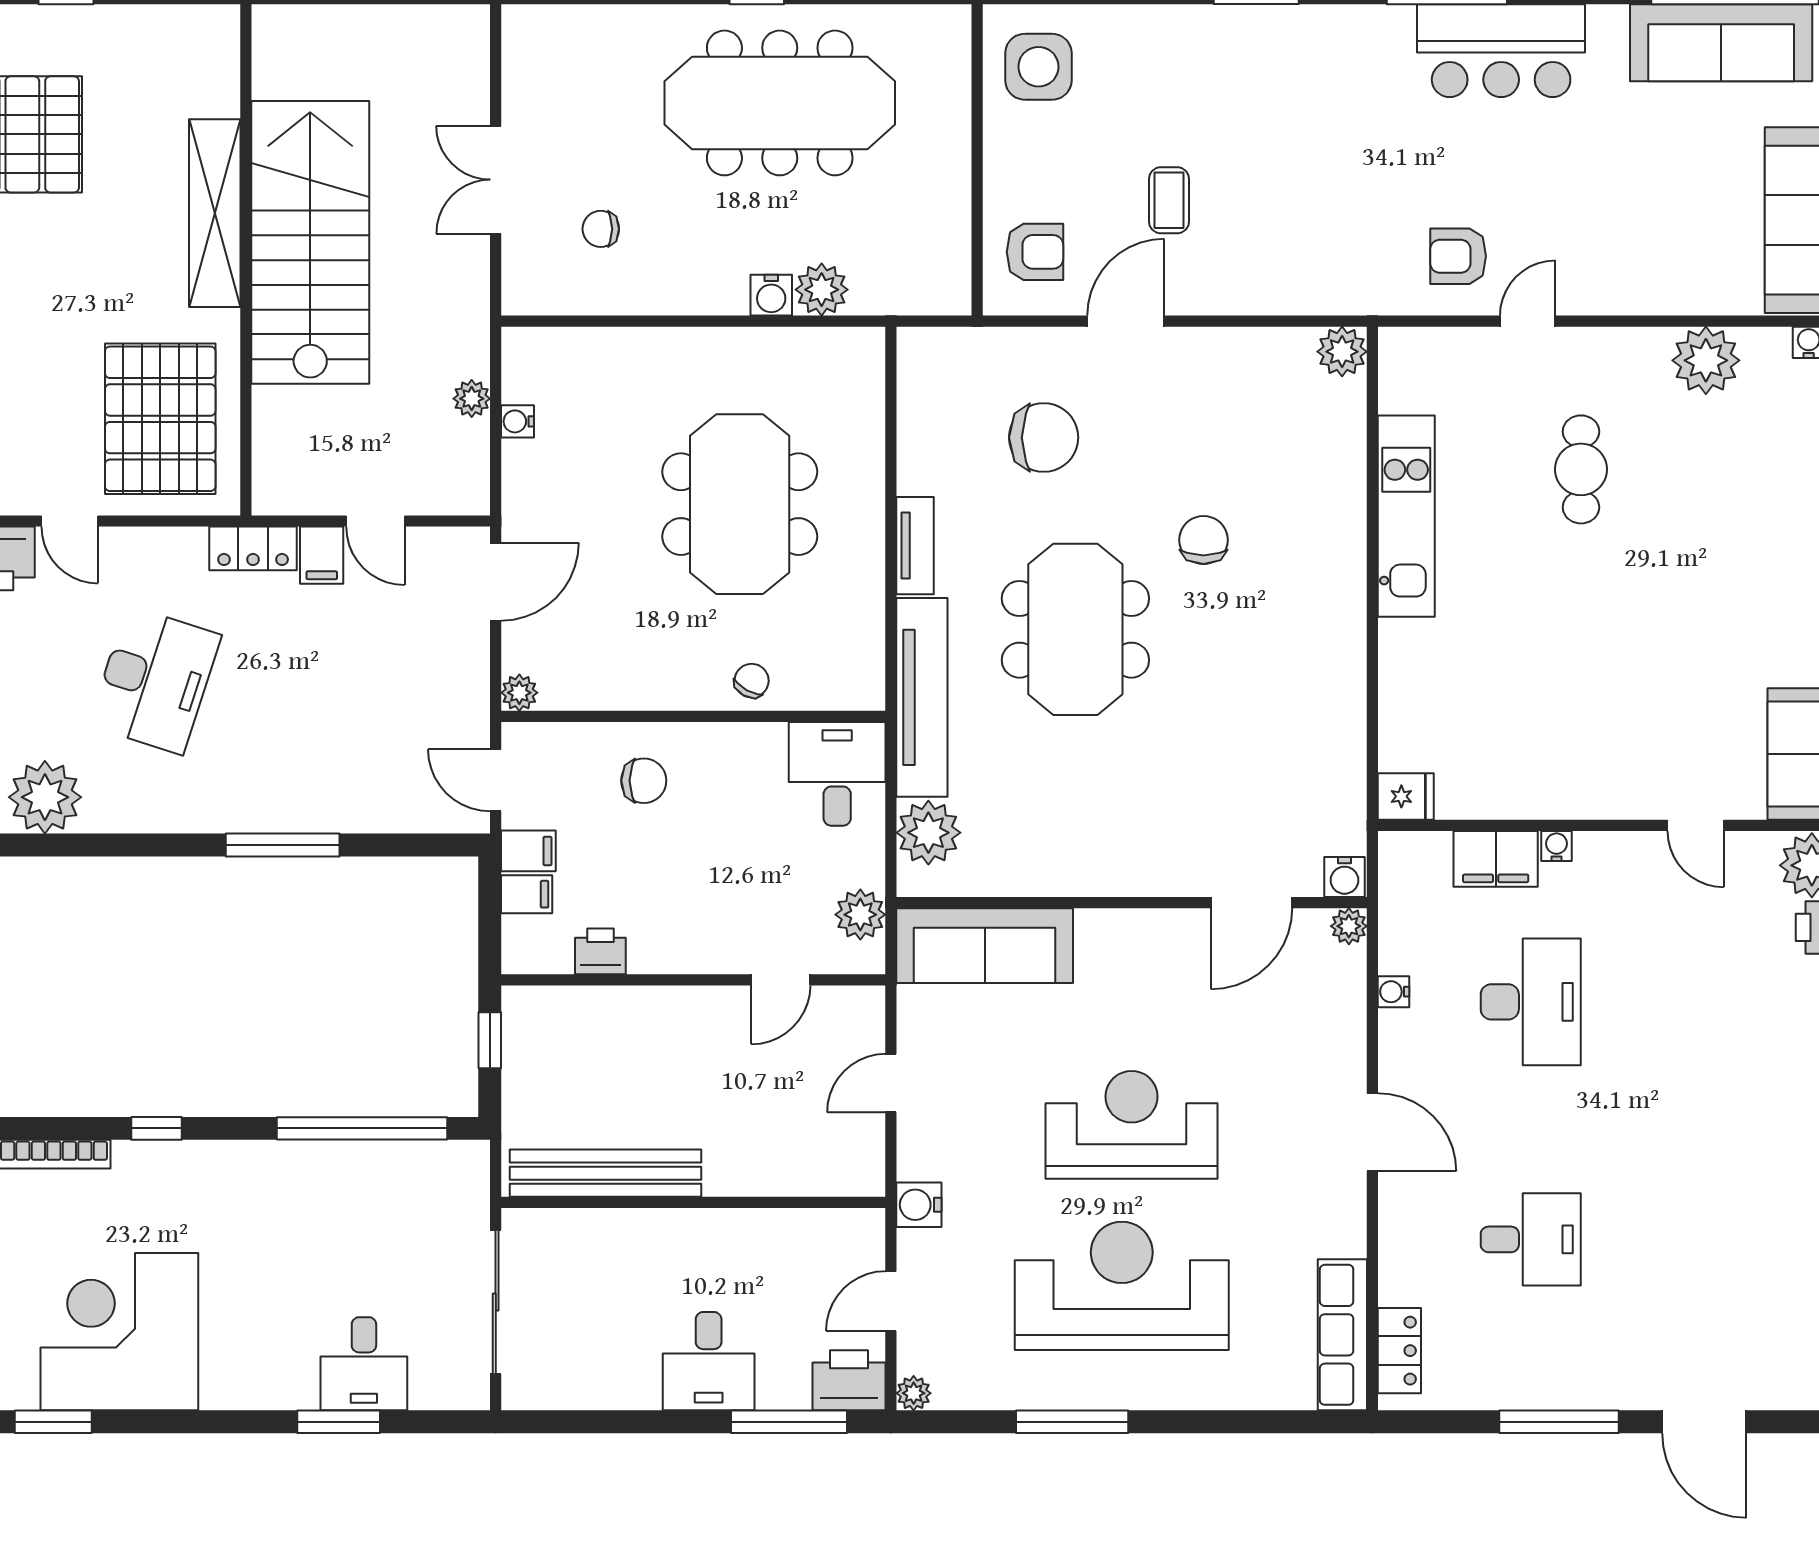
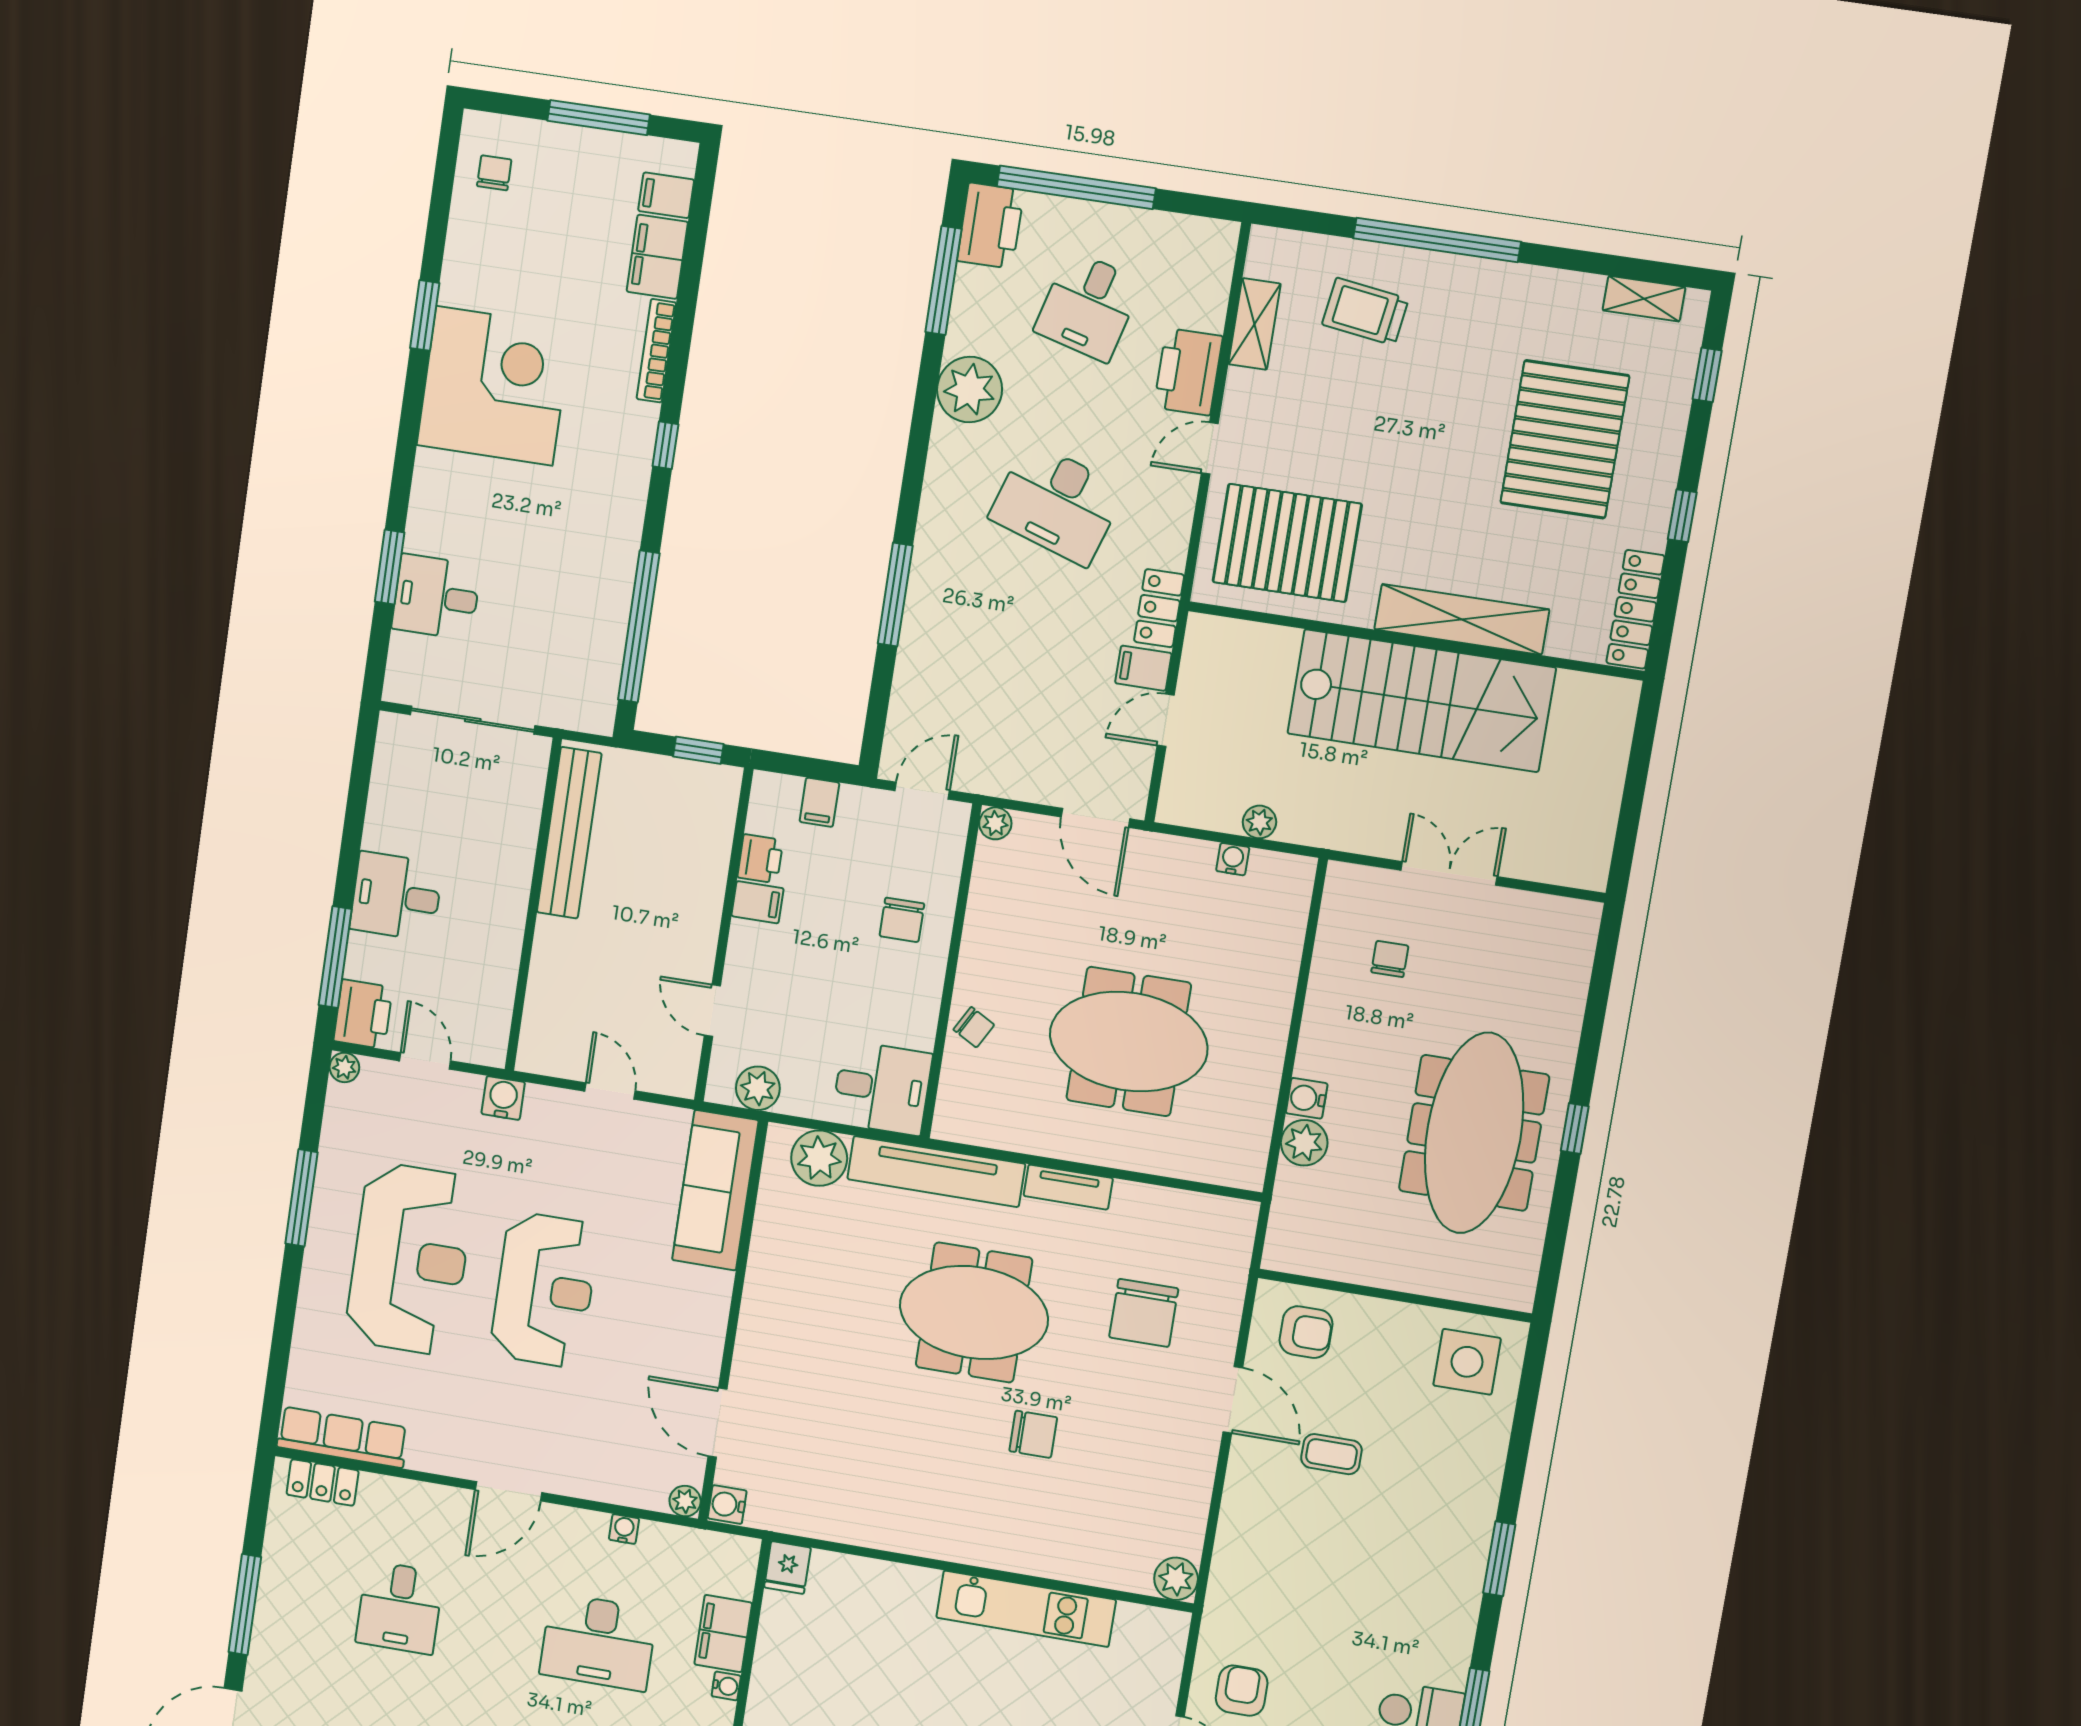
locker: (175, 26) -> (1635, 609), added
armchair: (1035, 252) -> (1306, 1332), turned -90
filing cabinet: (528, 851) -> (758, 902), moved, turned -90

